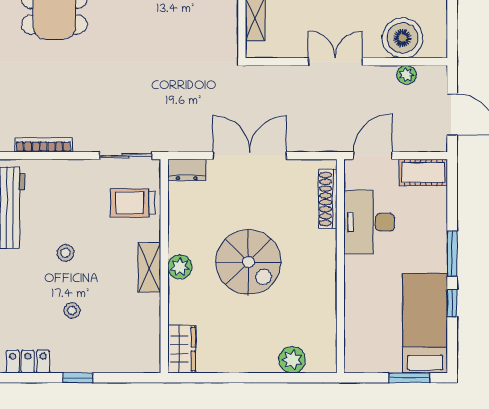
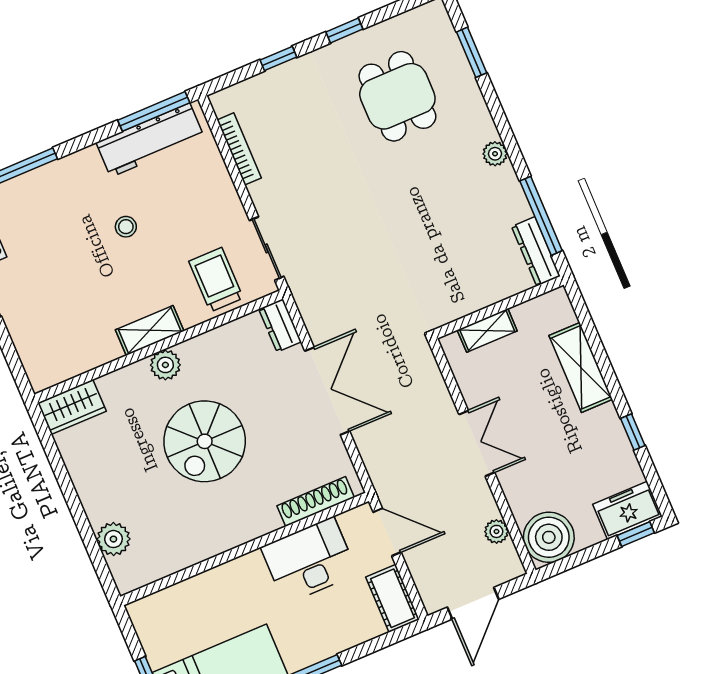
boiler: (403, 38) -> (549, 537), moved
stool: (72, 310) -> (63, 262), removed

